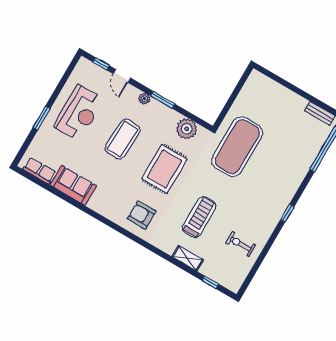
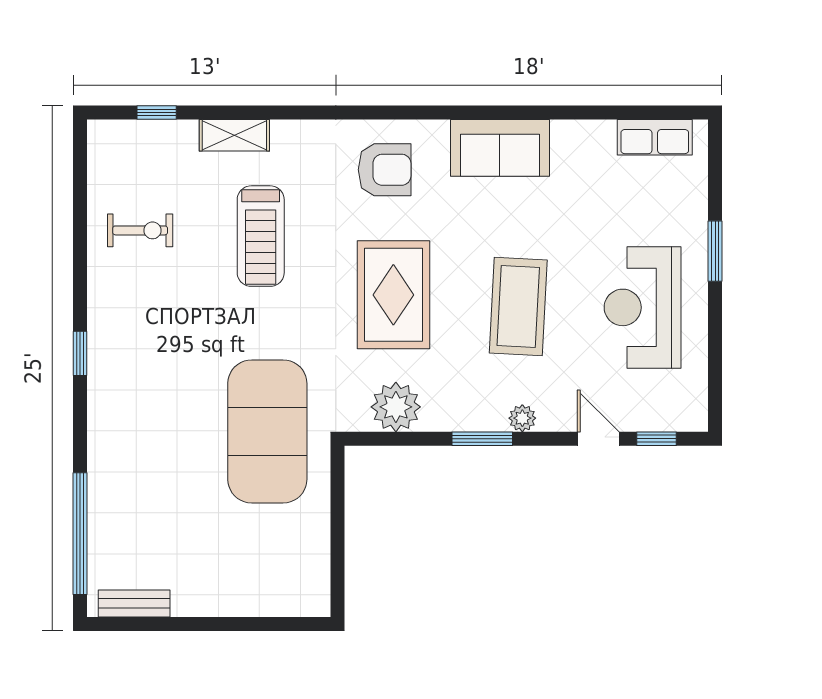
sofa: (73, 185) -> (500, 148), moved

